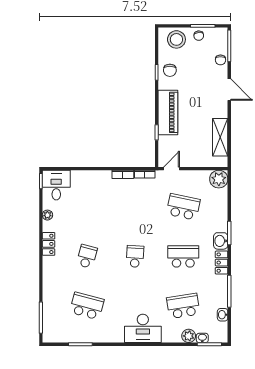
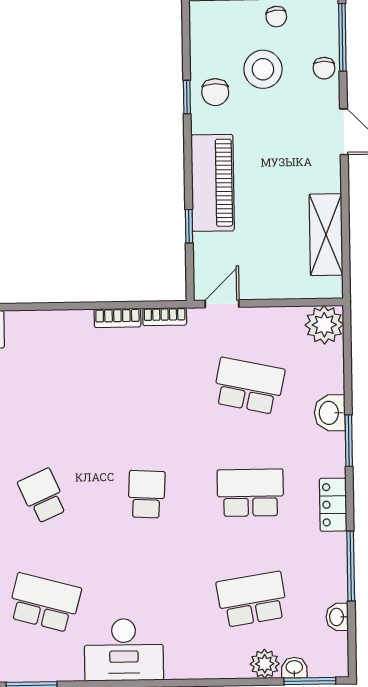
stool: (176, 39) -> (263, 69), moved
washbasin: (221, 241) -> (330, 413), moved
school desk: (87, 256) -> (43, 496), turned -39
desk: (143, 328) -> (124, 650), moved

